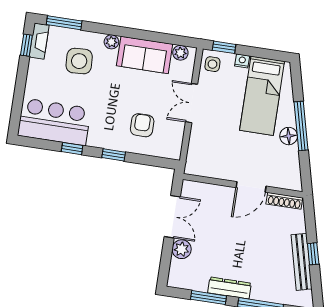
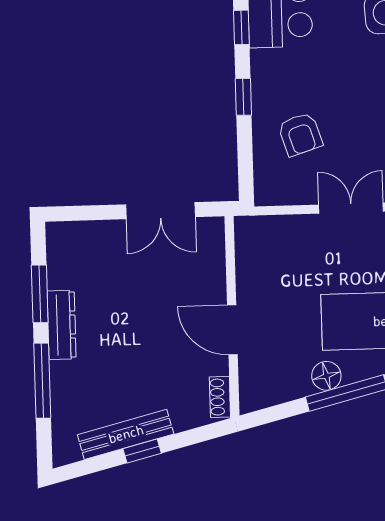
armchair: (142, 125) -> (300, 134), turned 72
shoe rack: (284, 201) -> (220, 397), width x0.70
plant: (182, 249) -> (110, 235), removed

